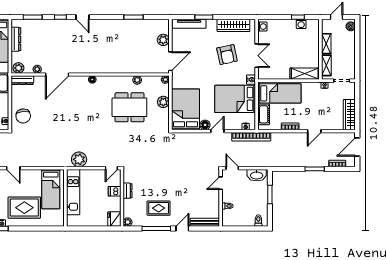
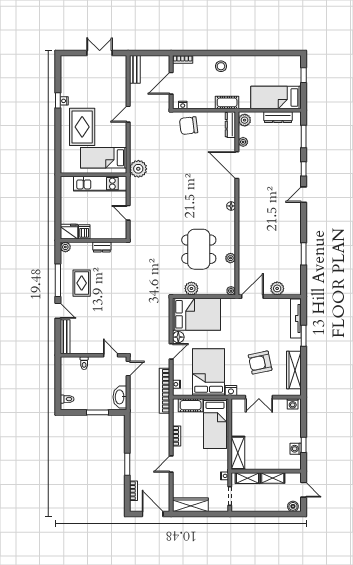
door: (170, 61) -> (252, 297), swing flipped
plant: (163, 102) -> (191, 288), moved
door: (217, 131) -> (171, 351), hinge flipped
door: (314, 131) -> (171, 464), hinge flipped
plant: (79, 159) -> (138, 169), moved
door: (111, 168) -> (128, 213), moved
dishwasher: (115, 191) -> (84, 232), moved

